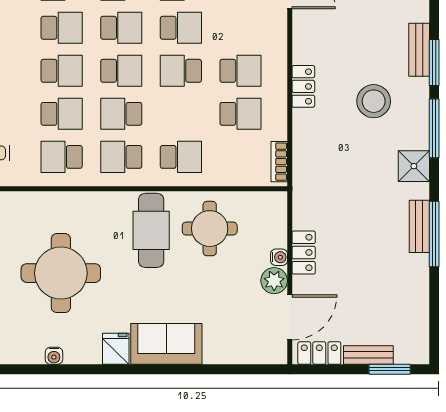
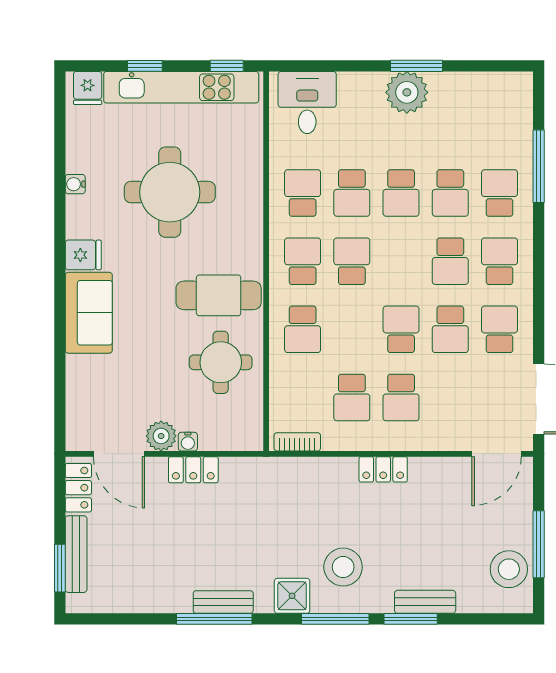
school desk: (121, 71) -> (401, 261), removed
stool: (374, 101) -> (343, 567), moved
bench: (368, 355) -> (76, 554), width x1.36

